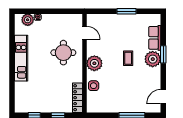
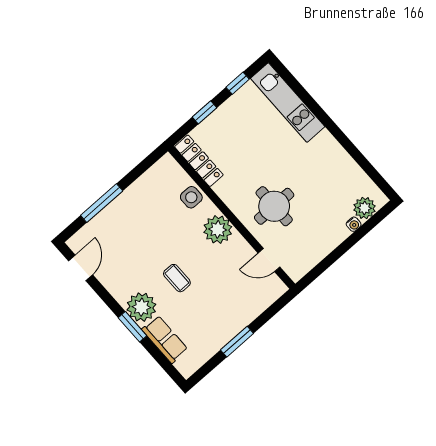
kitchen unit: (21, 58) -> (288, 103), moved

